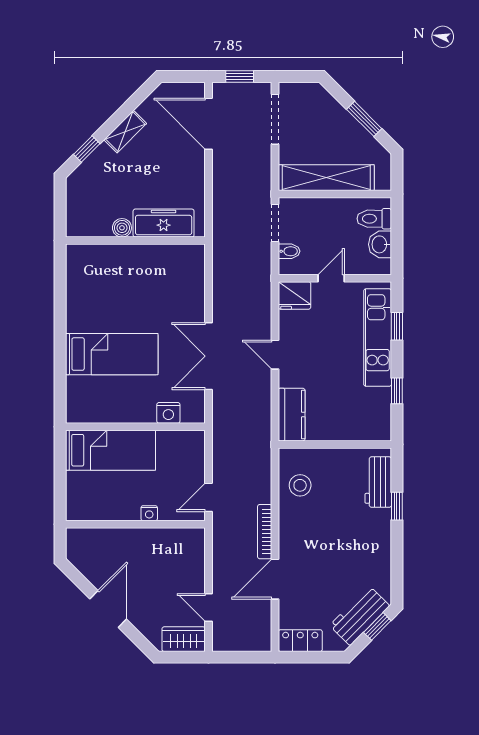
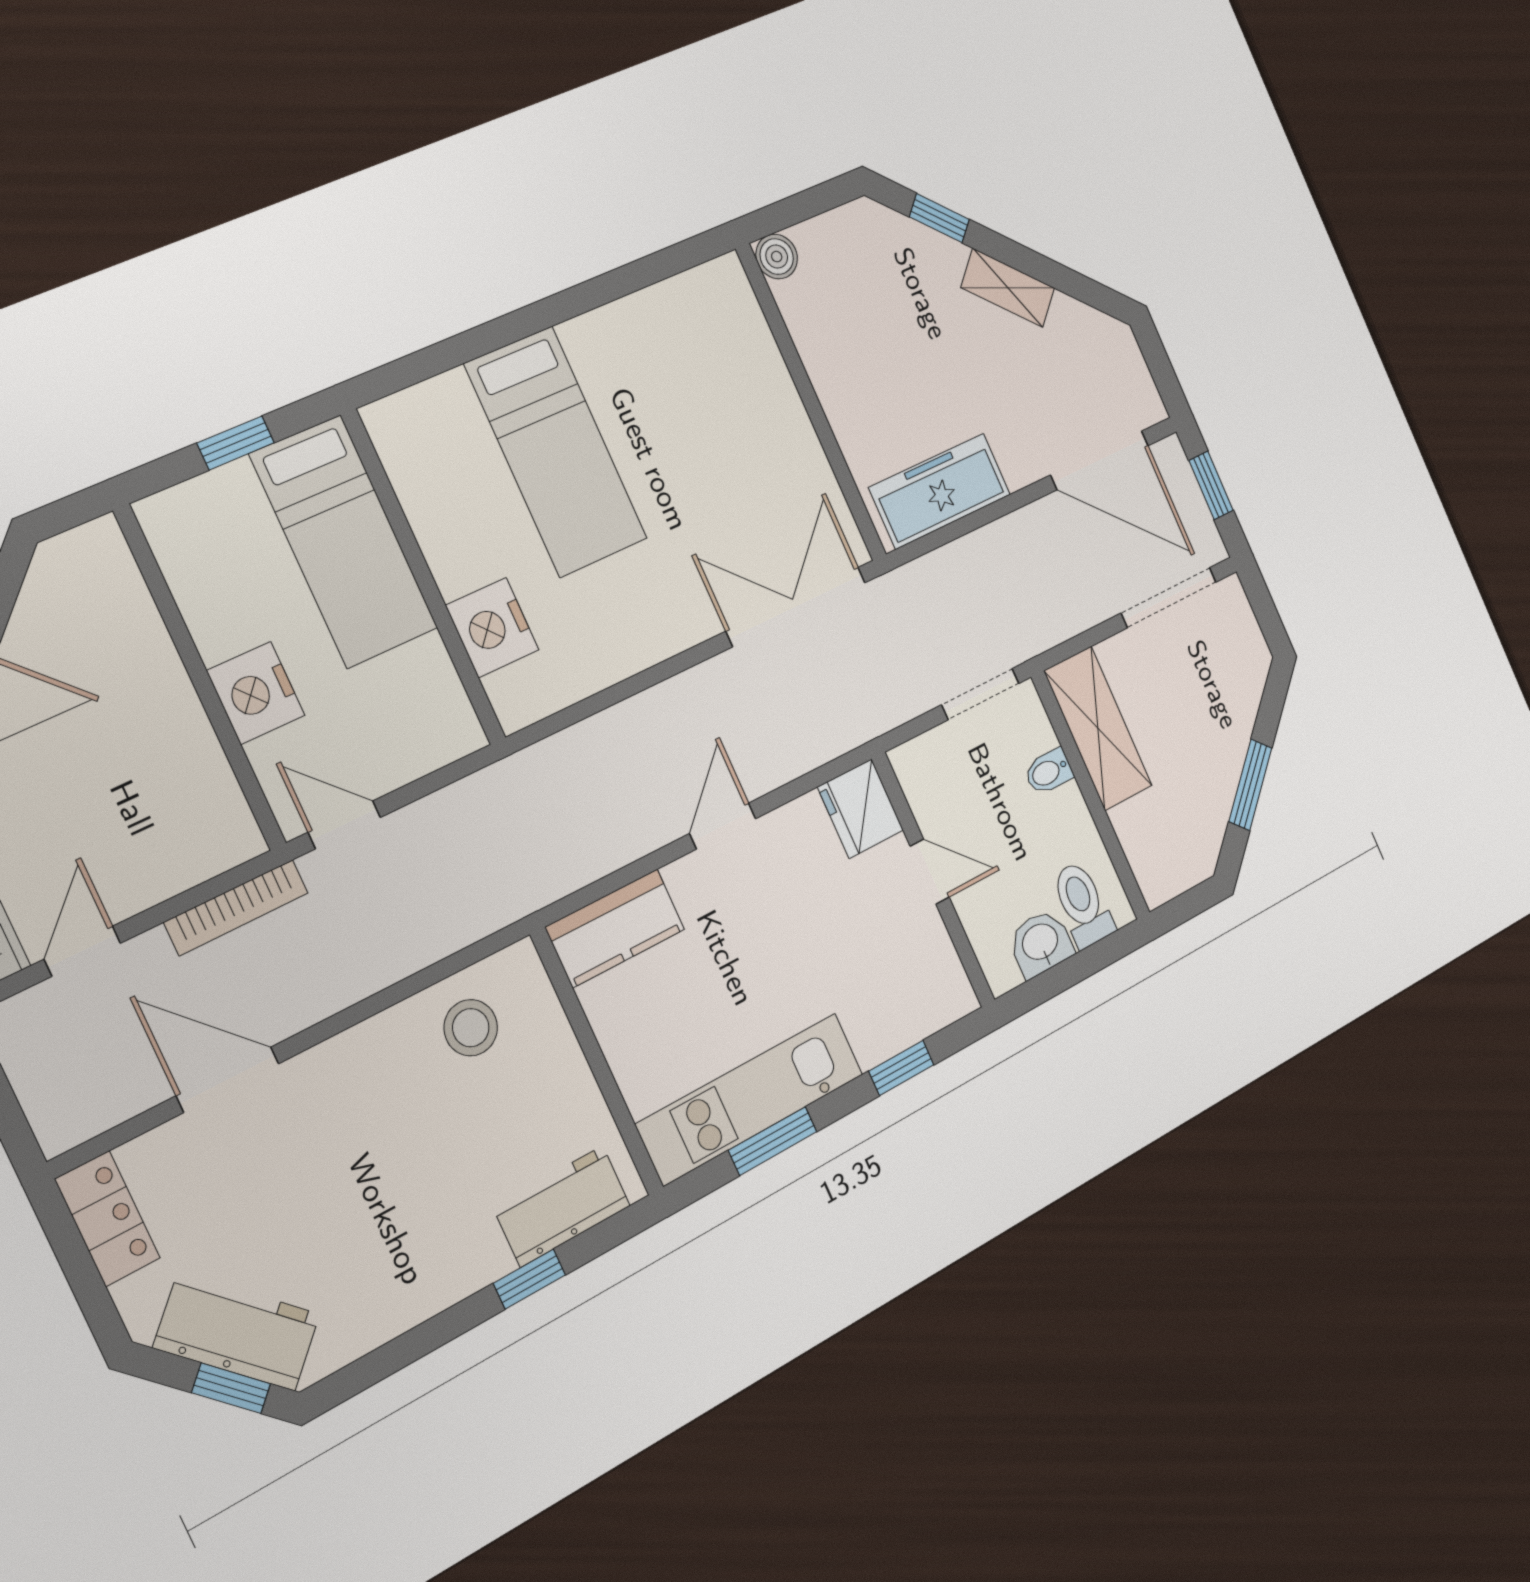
door: (209, 124) -> (1100, 460), swing flipped
shelving: (326, 178) -> (1098, 728), width x0.68
freezer: (164, 223) -> (940, 491), moved, turned -90
boiler: (122, 228) -> (777, 257), moved
bidet: (289, 251) -> (1049, 772), moved, turned 90
kitchen unit: (378, 338) -> (750, 1099), moved
double door: (209, 356) -> (796, 607), moved
window: (397, 391) -> (773, 1141), width x1.50
nightstand: (168, 413) -> (492, 628), width x1.36, depth x1.33
window: (60, 473) -> (236, 443), added
nightstand: (149, 513) -> (256, 693), width x1.89, depth x1.79
bookcase: (265, 532) -> (236, 907), moved, turned 180

